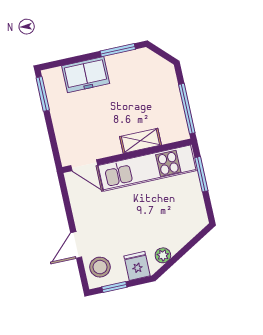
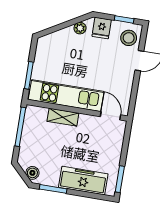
boiler: (150, 59) -> (32, 173), added
freezer: (86, 75) -> (83, 181), width x1.40

